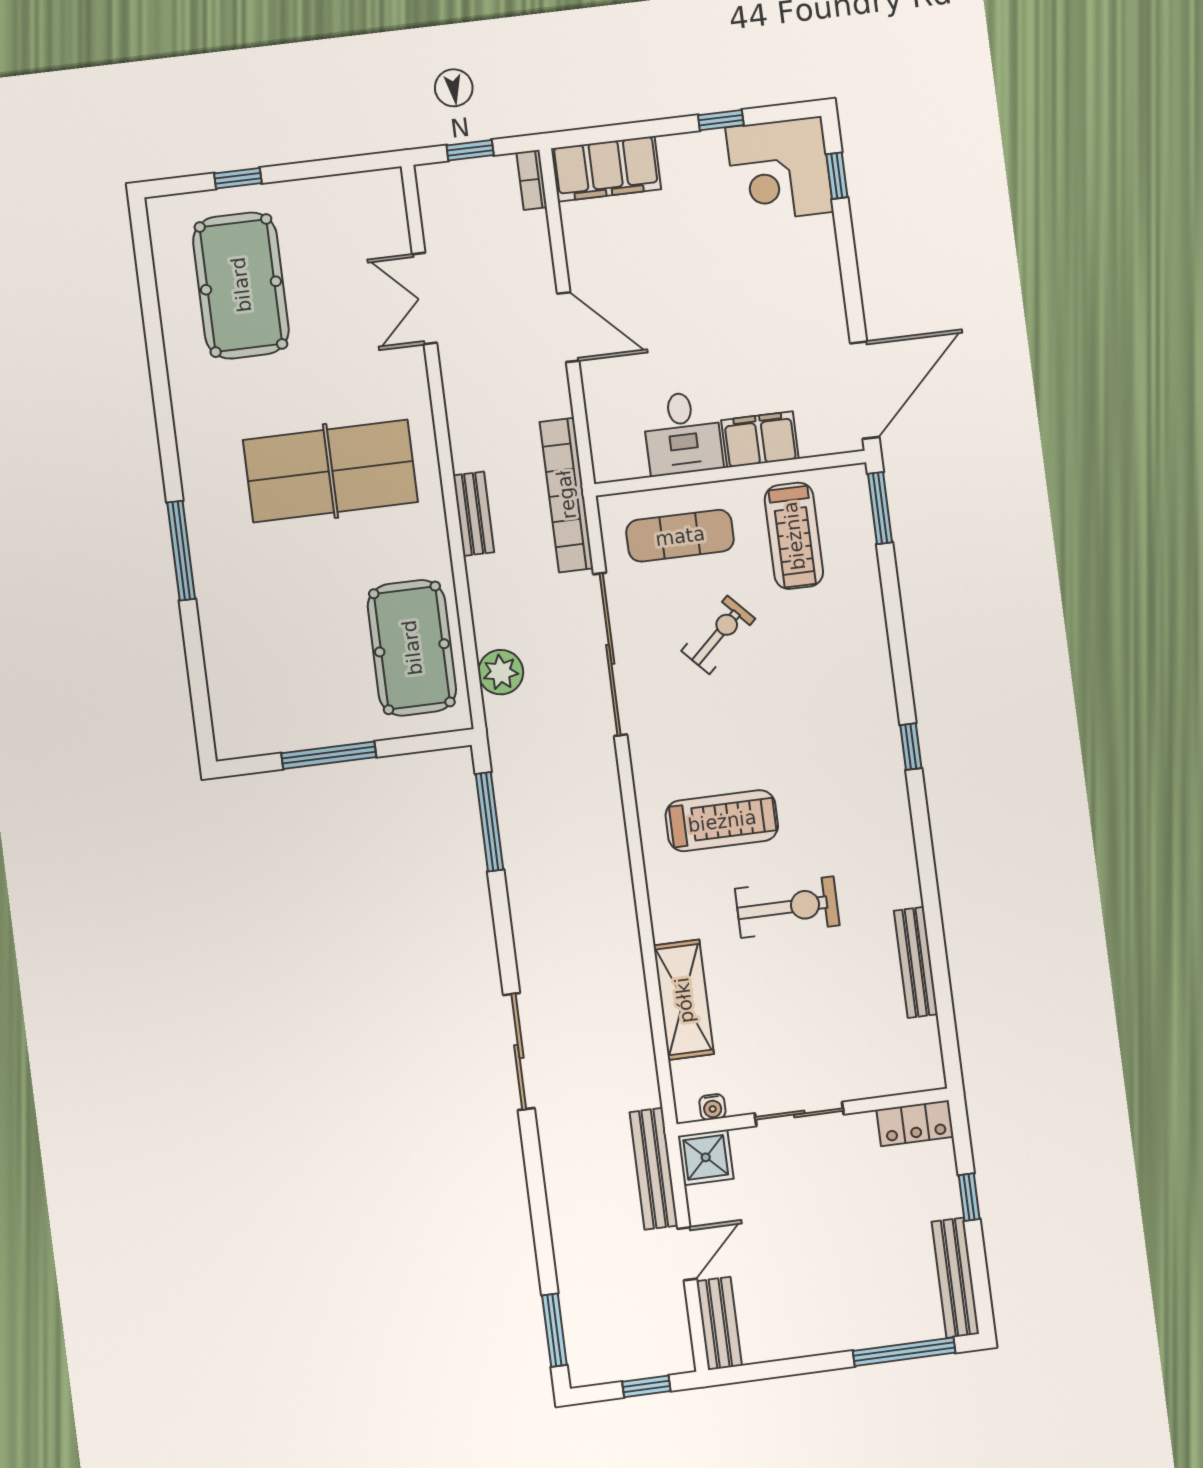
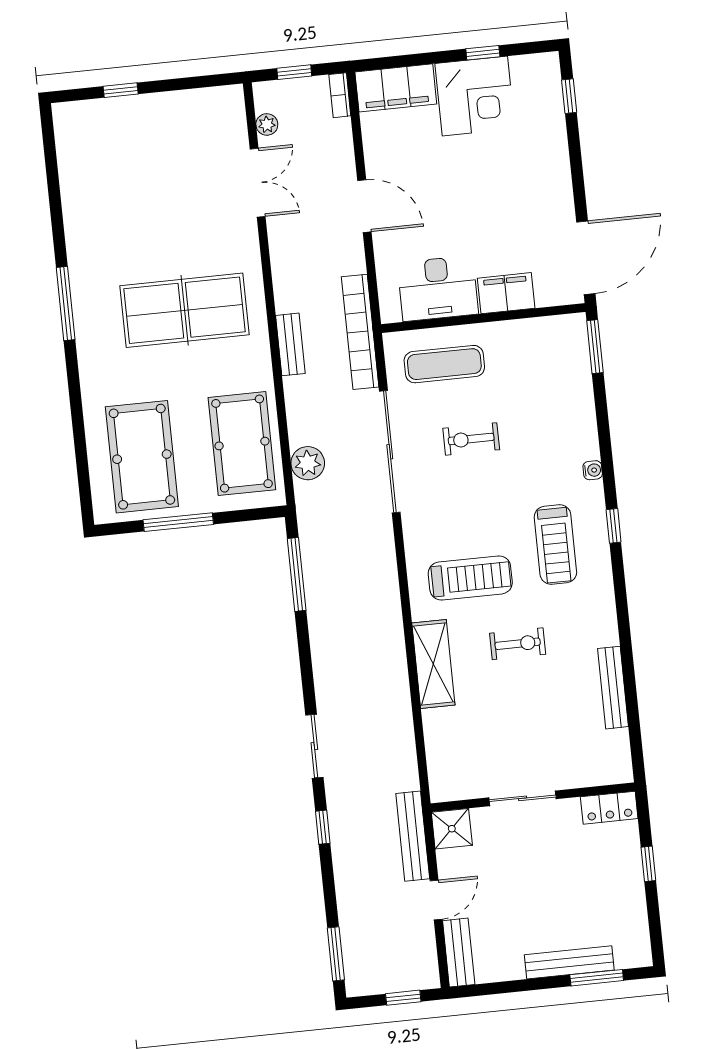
corner desk: (780, 170) -> (475, 96), moved, turned -90
plant: (435, 221) -> (267, 124), added
pool table: (241, 285) -> (142, 457), moved
double door: (424, 298) -> (258, 183), swing flipped
desk: (683, 433) -> (438, 288), width x1.37
treadmill: (794, 536) -> (555, 544), moved
window: (181, 551) -> (66, 303), moved
exercise bike: (718, 635) -> (471, 439), turned -137
exercise bike: (787, 907) -> (518, 644), width x0.73, depth x0.72
shelving: (684, 1000) -> (433, 664), moved
sliding door: (519, 1051) -> (314, 746), width x0.73
water cooler: (712, 1107) -> (593, 470), moved, turned -90
window: (533, 1160) -> (323, 827), added
bench: (955, 1278) -> (569, 962), moved, turned 90
window: (904, 1352) -> (597, 978), width x0.69

